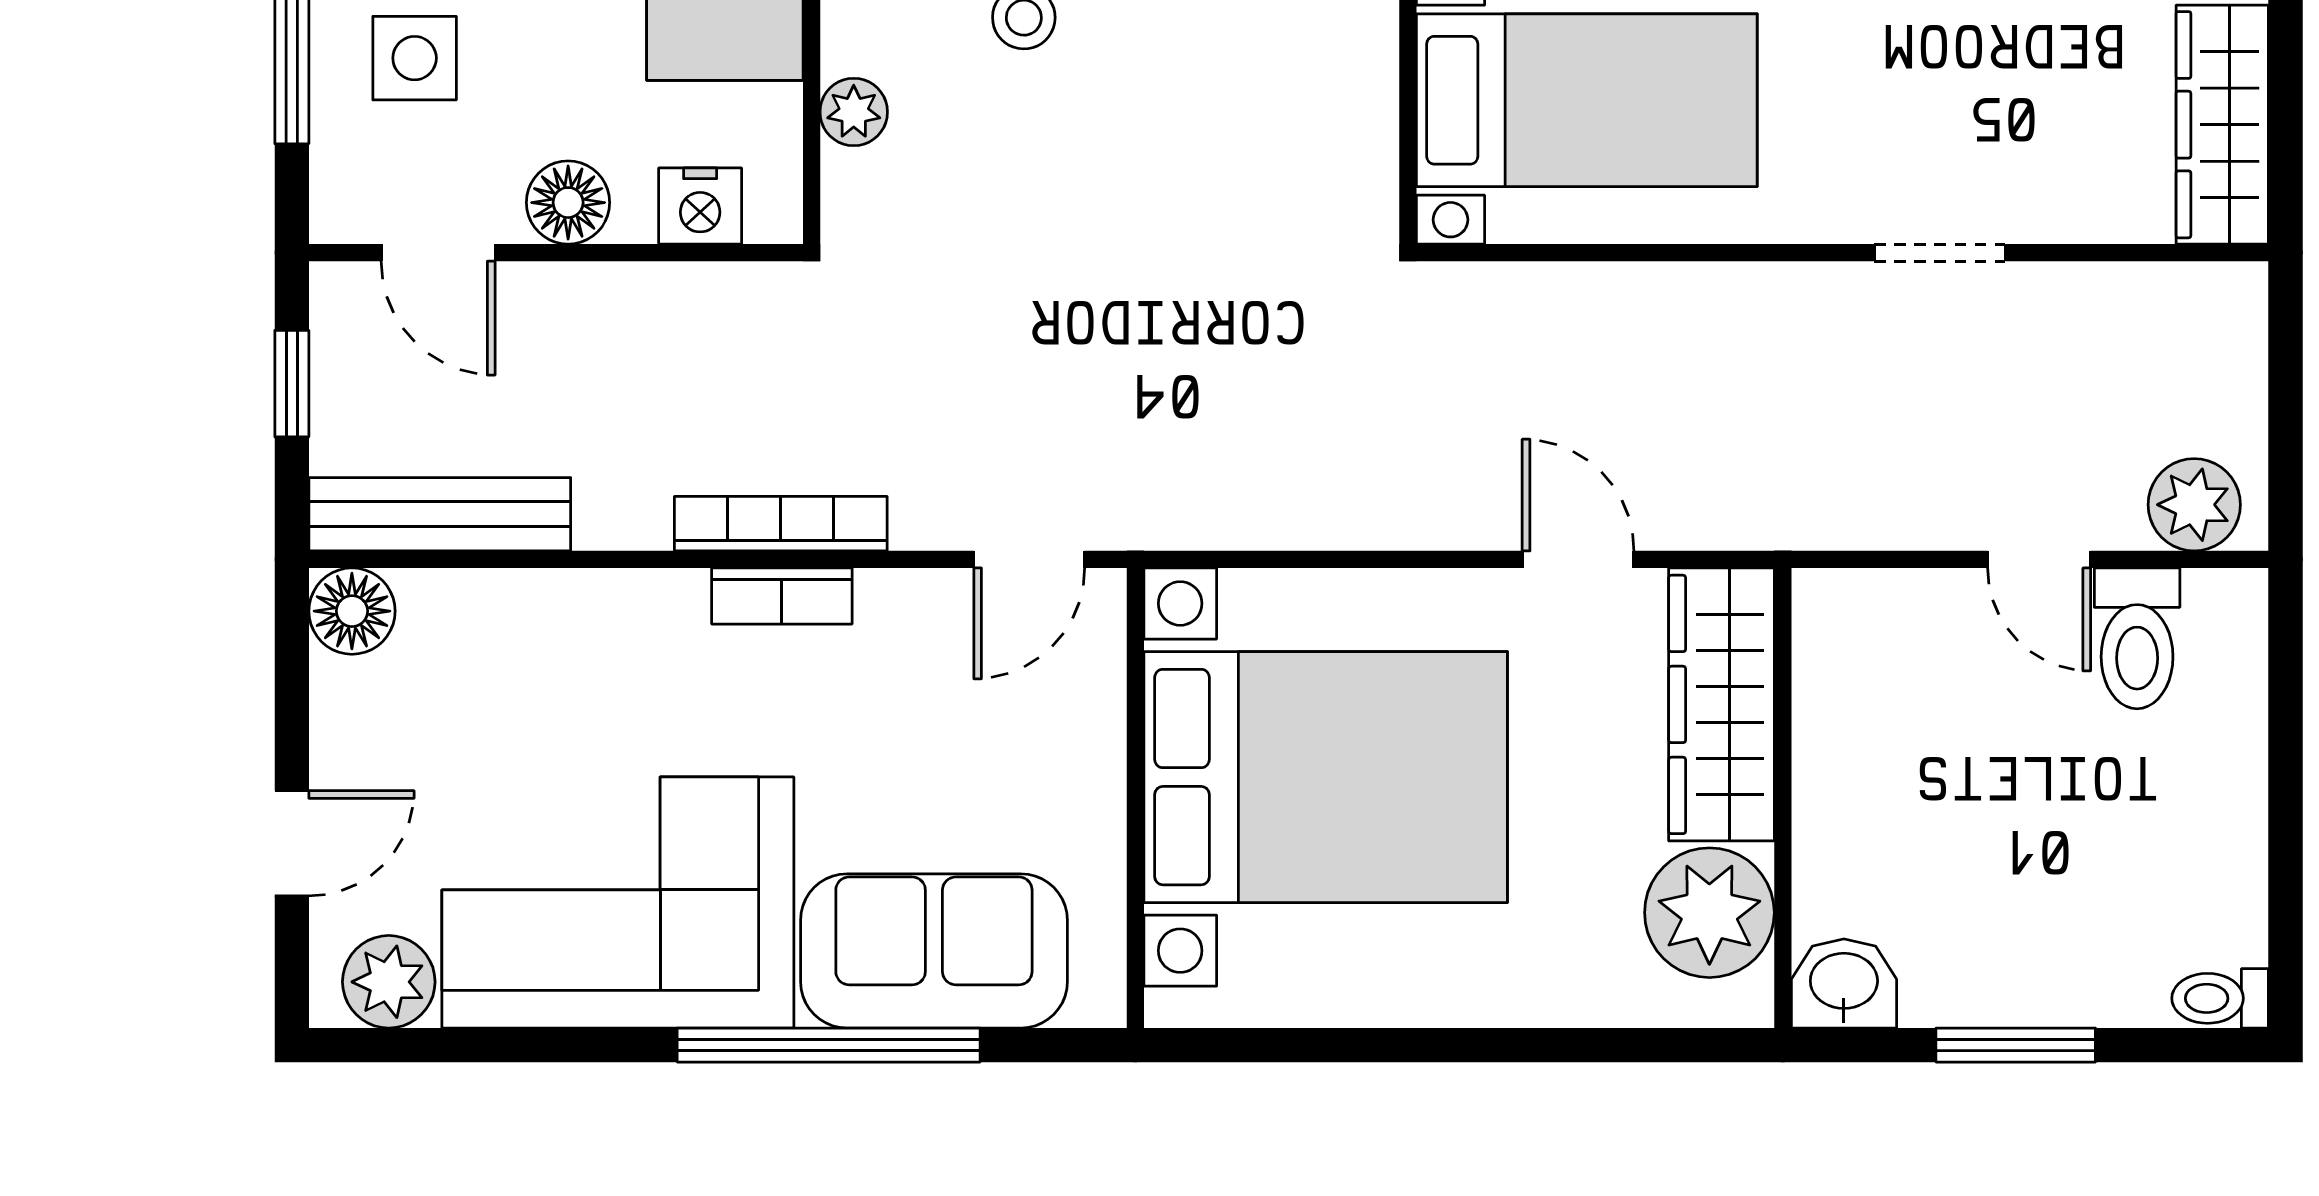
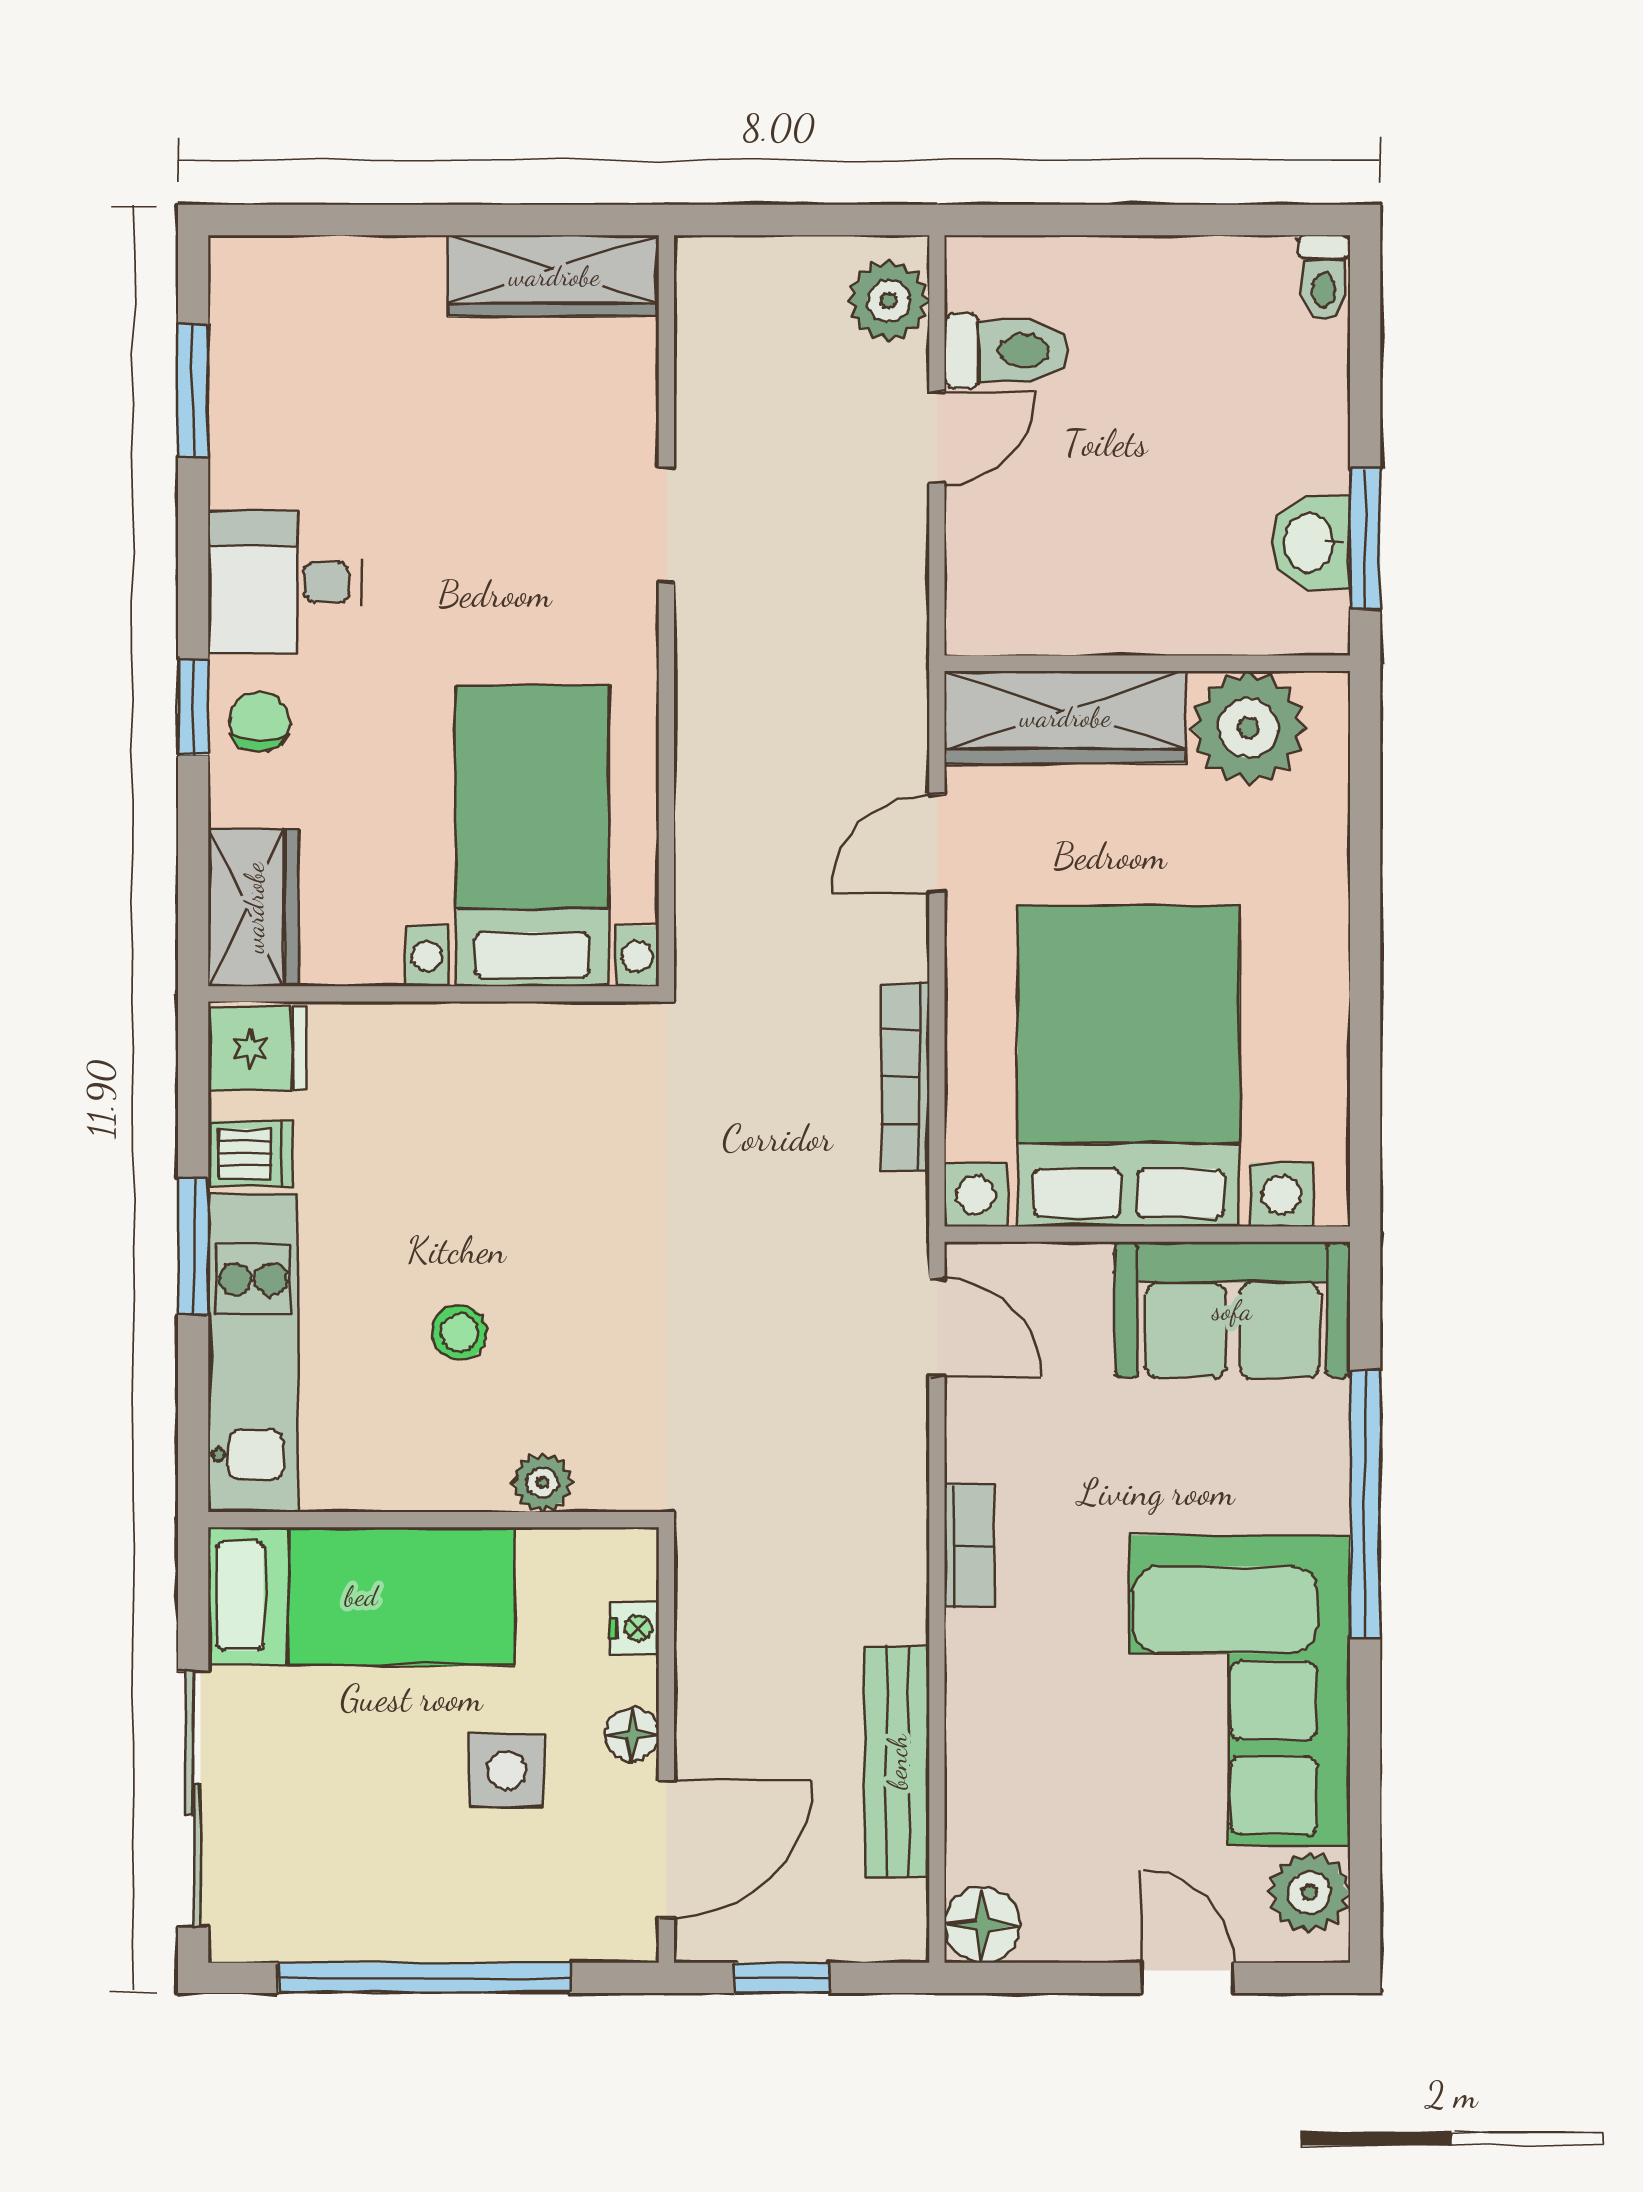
side table: (415, 58) -> (506, 1771), moved
floor lamp: (568, 203) -> (632, 1734), width x0.73, depth x0.73
nightstand: (700, 206) -> (634, 1628), width x0.72, depth x0.74
door: (438, 253) -> (666, 1849), width x1.38
bench: (440, 514) -> (897, 1762), moved
bookcase: (781, 524) -> (905, 1077), moved
sofa: (934, 951) -> (1232, 1310), moved, turned -90
washbasin: (1844, 984) -> (1311, 543), moved
window: (2016, 1045) -> (1365, 539), moved

